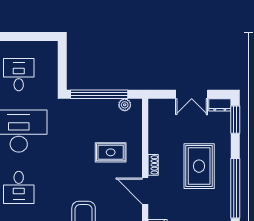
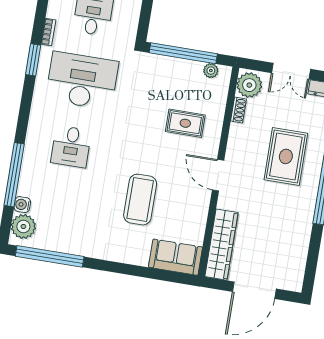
plant: (159, 112) -> (249, 85), added
shoe rack: (153, 165) -> (238, 110), moved

